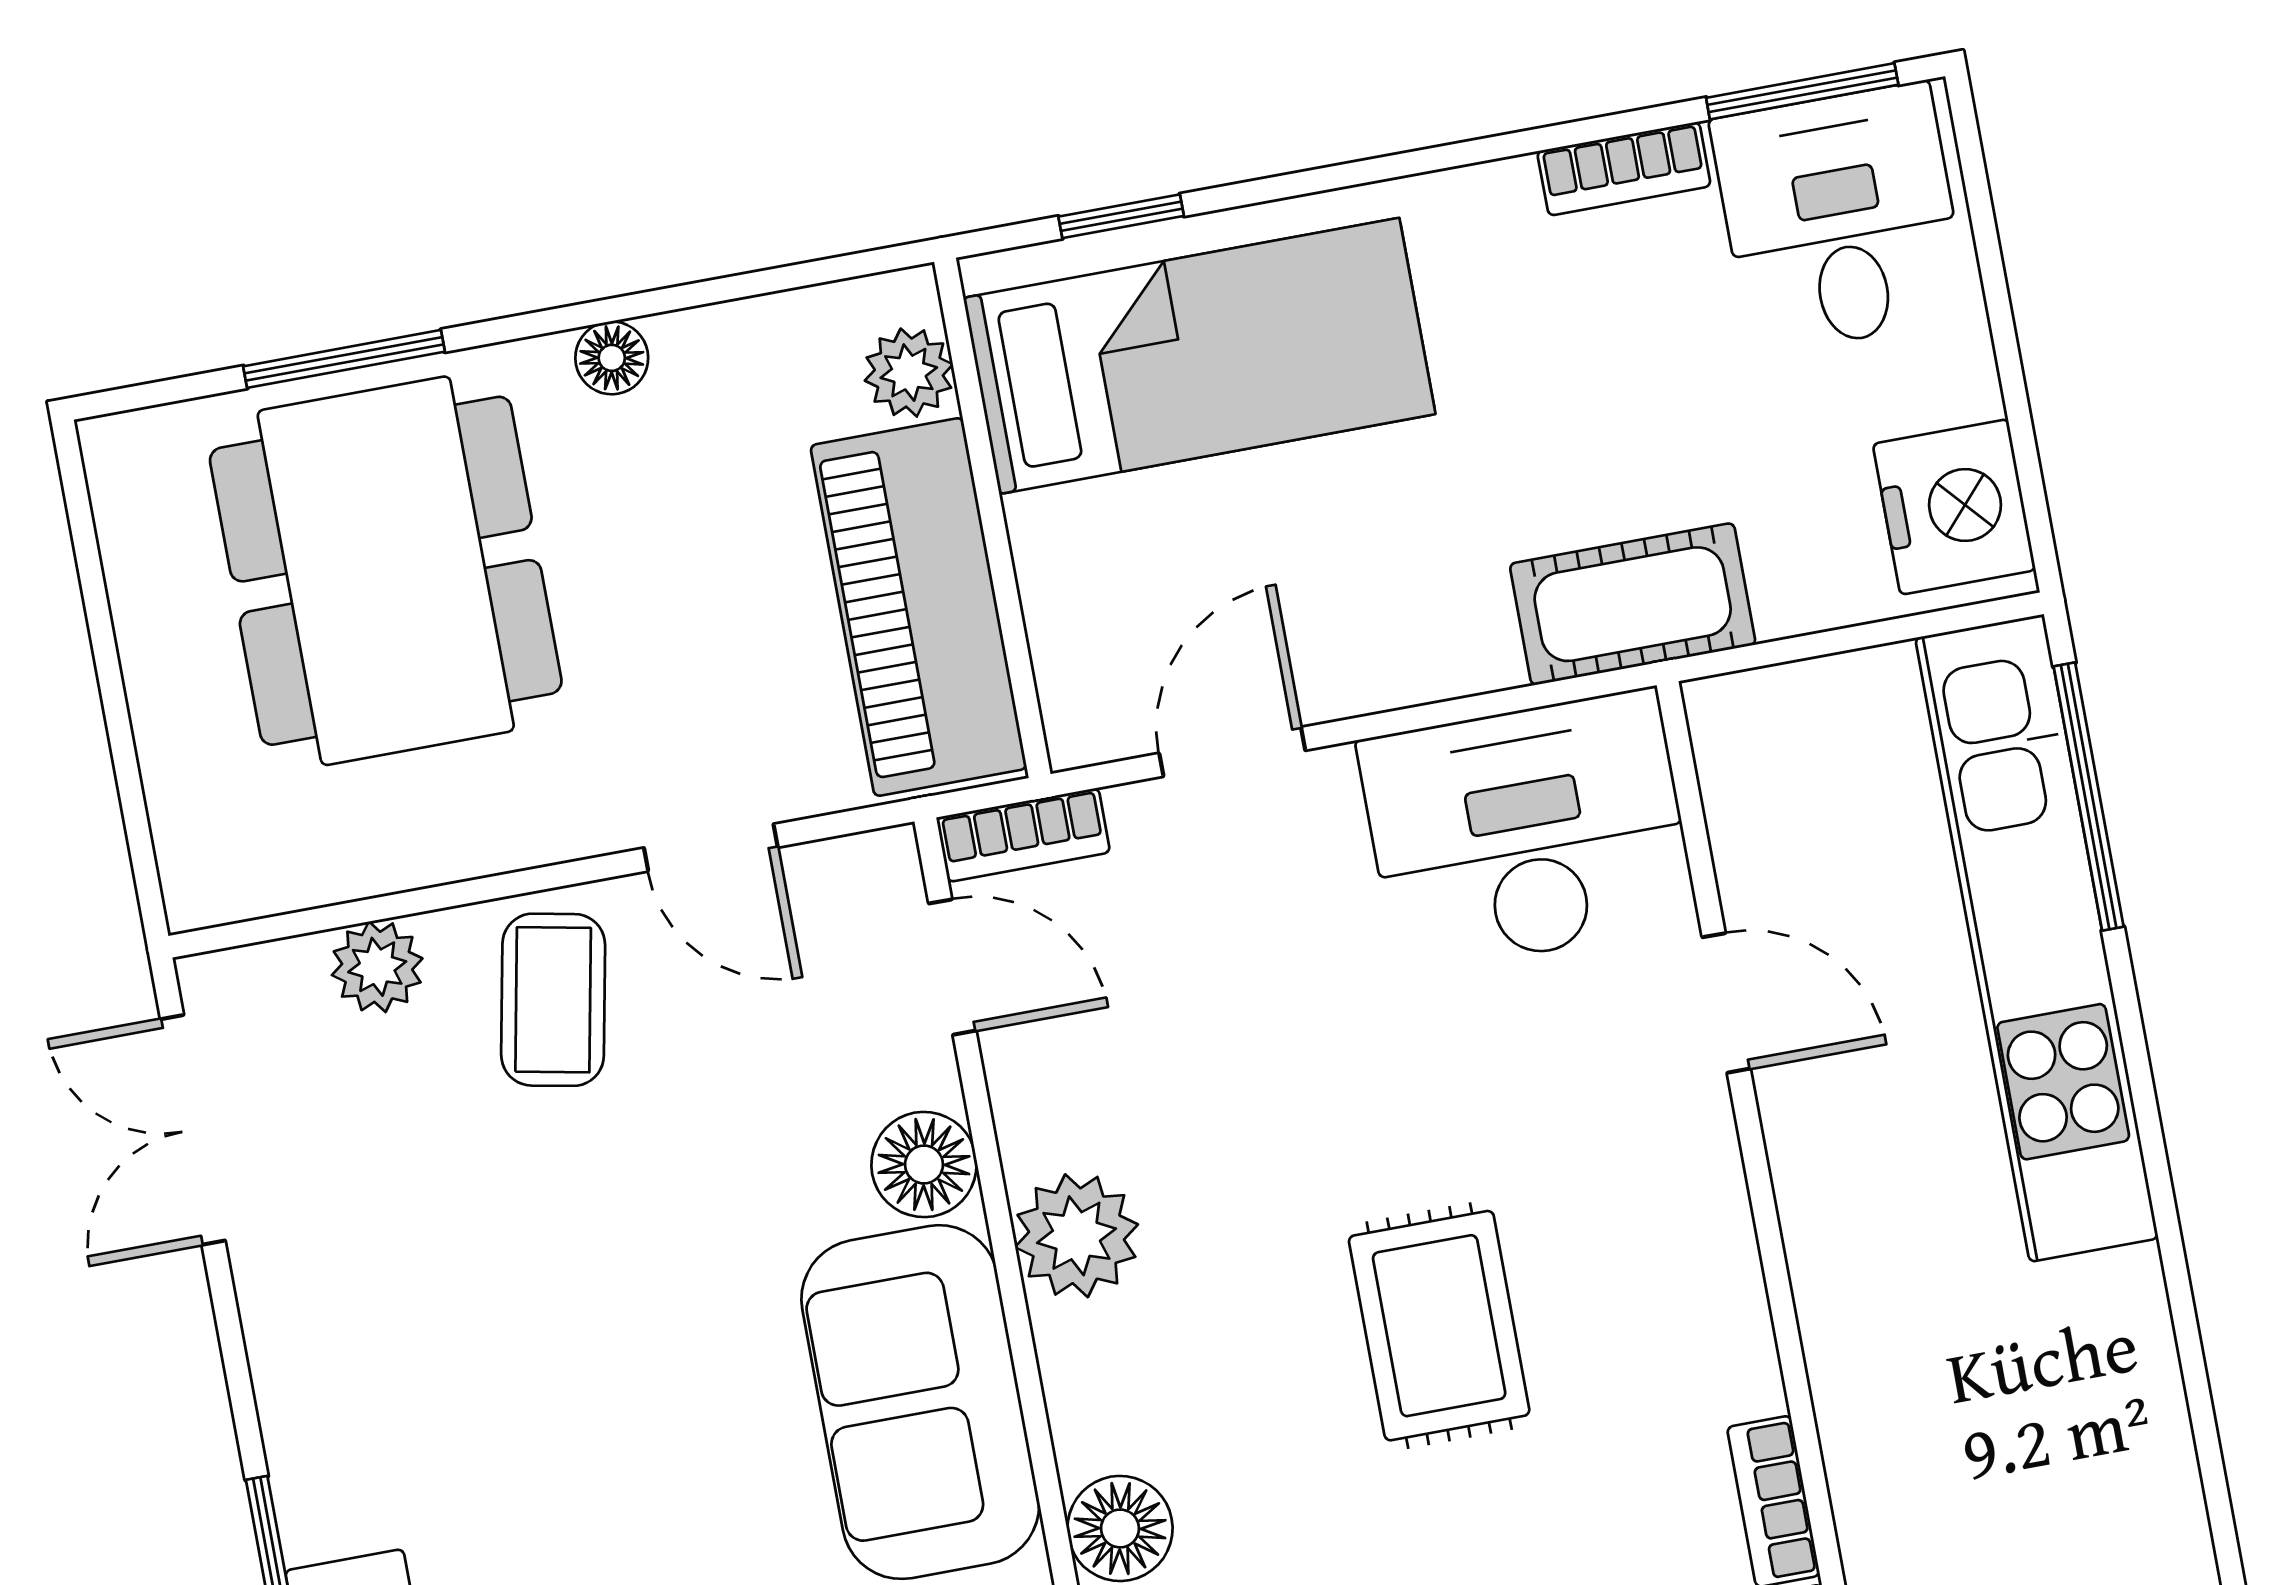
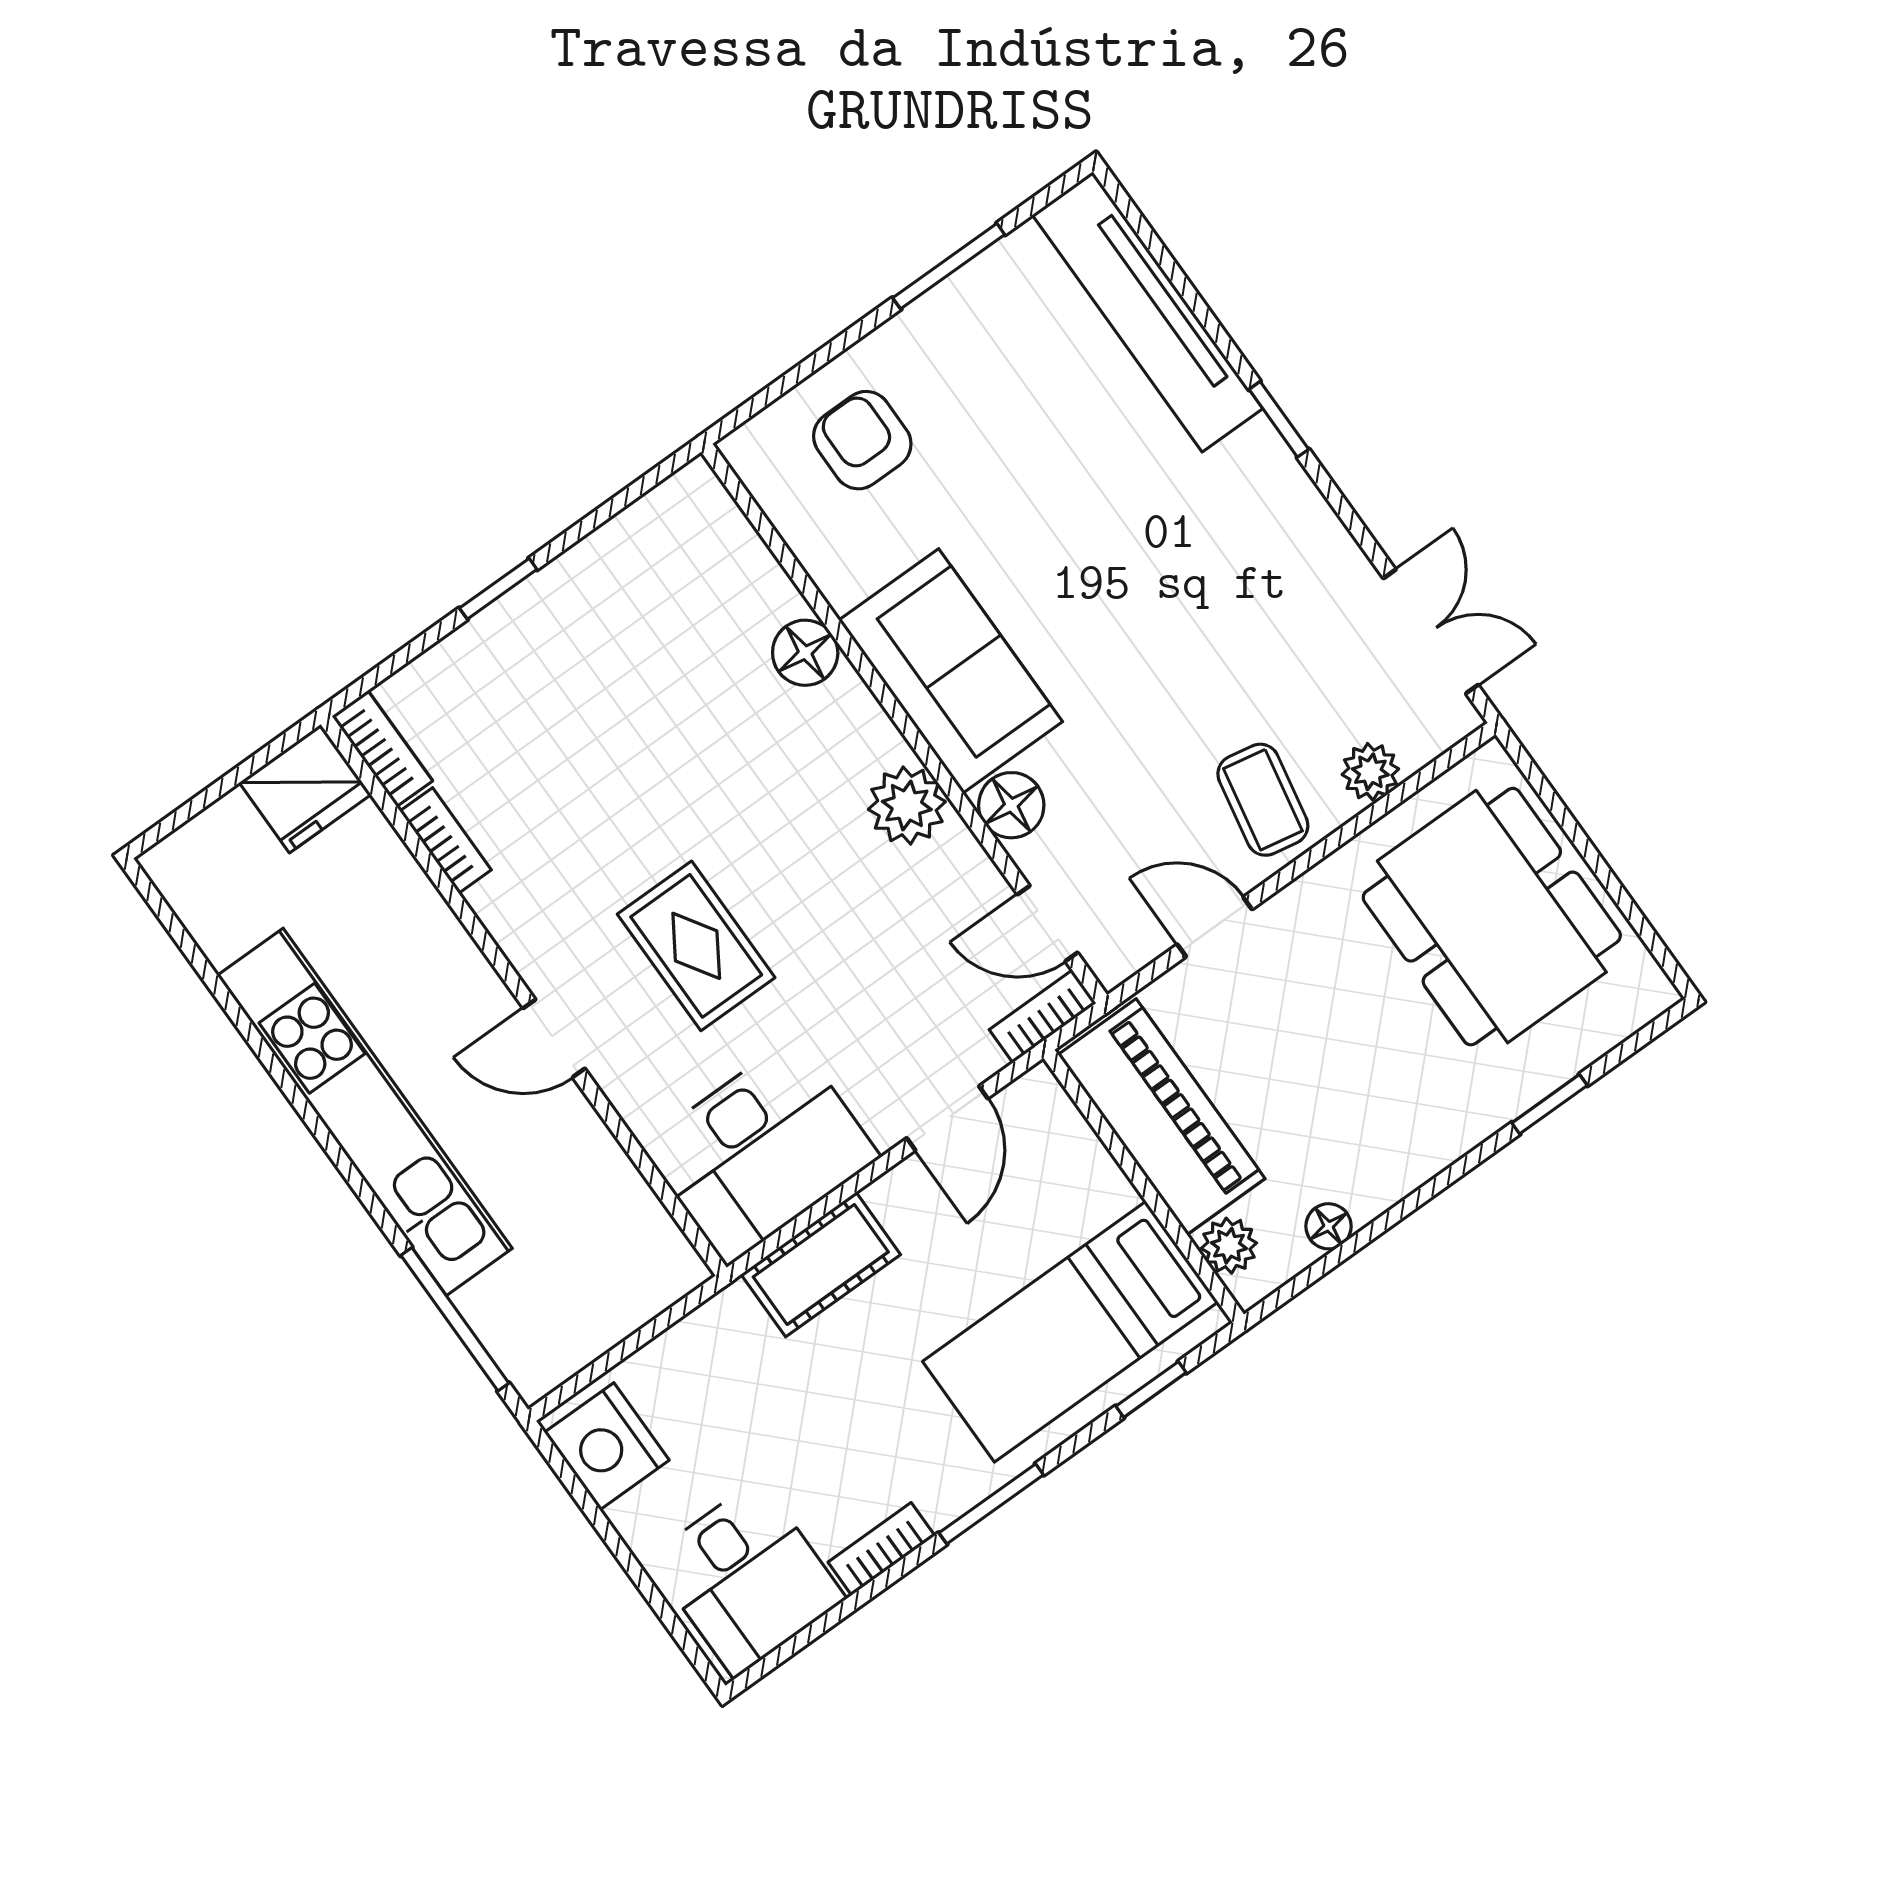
window: (1802, 91) -> (991, 1504), moved
floor lamp: (612, 358) -> (1329, 1226), moved
window: (344, 359) -> (1550, 1104), width x0.67
dining table: (386, 571) -> (1492, 917), moved
cot: (1633, 604) -> (821, 1264), moved
kitchen unit: (2037, 938) -> (365, 1112), moved
door: (1726, 1003) -> (554, 1038), moved
rug: (1439, 1326) -> (696, 946), moved

